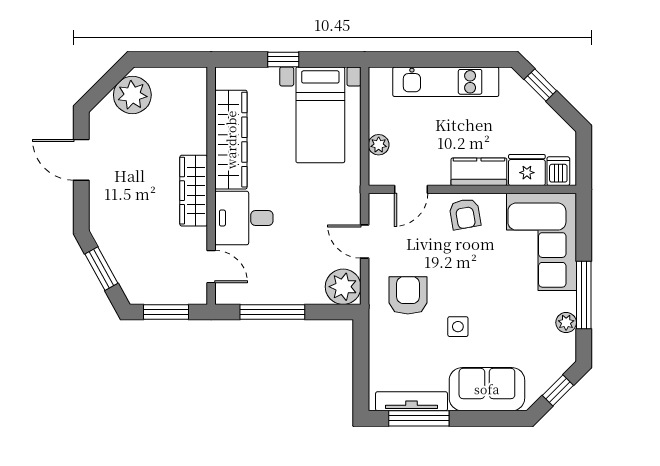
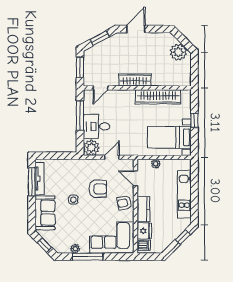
door: (81, 160) -> (136, 29), moved
desk: (244, 218) -> (96, 127), moved, turned -90
armchair: (408, 295) -> (98, 189), moved

